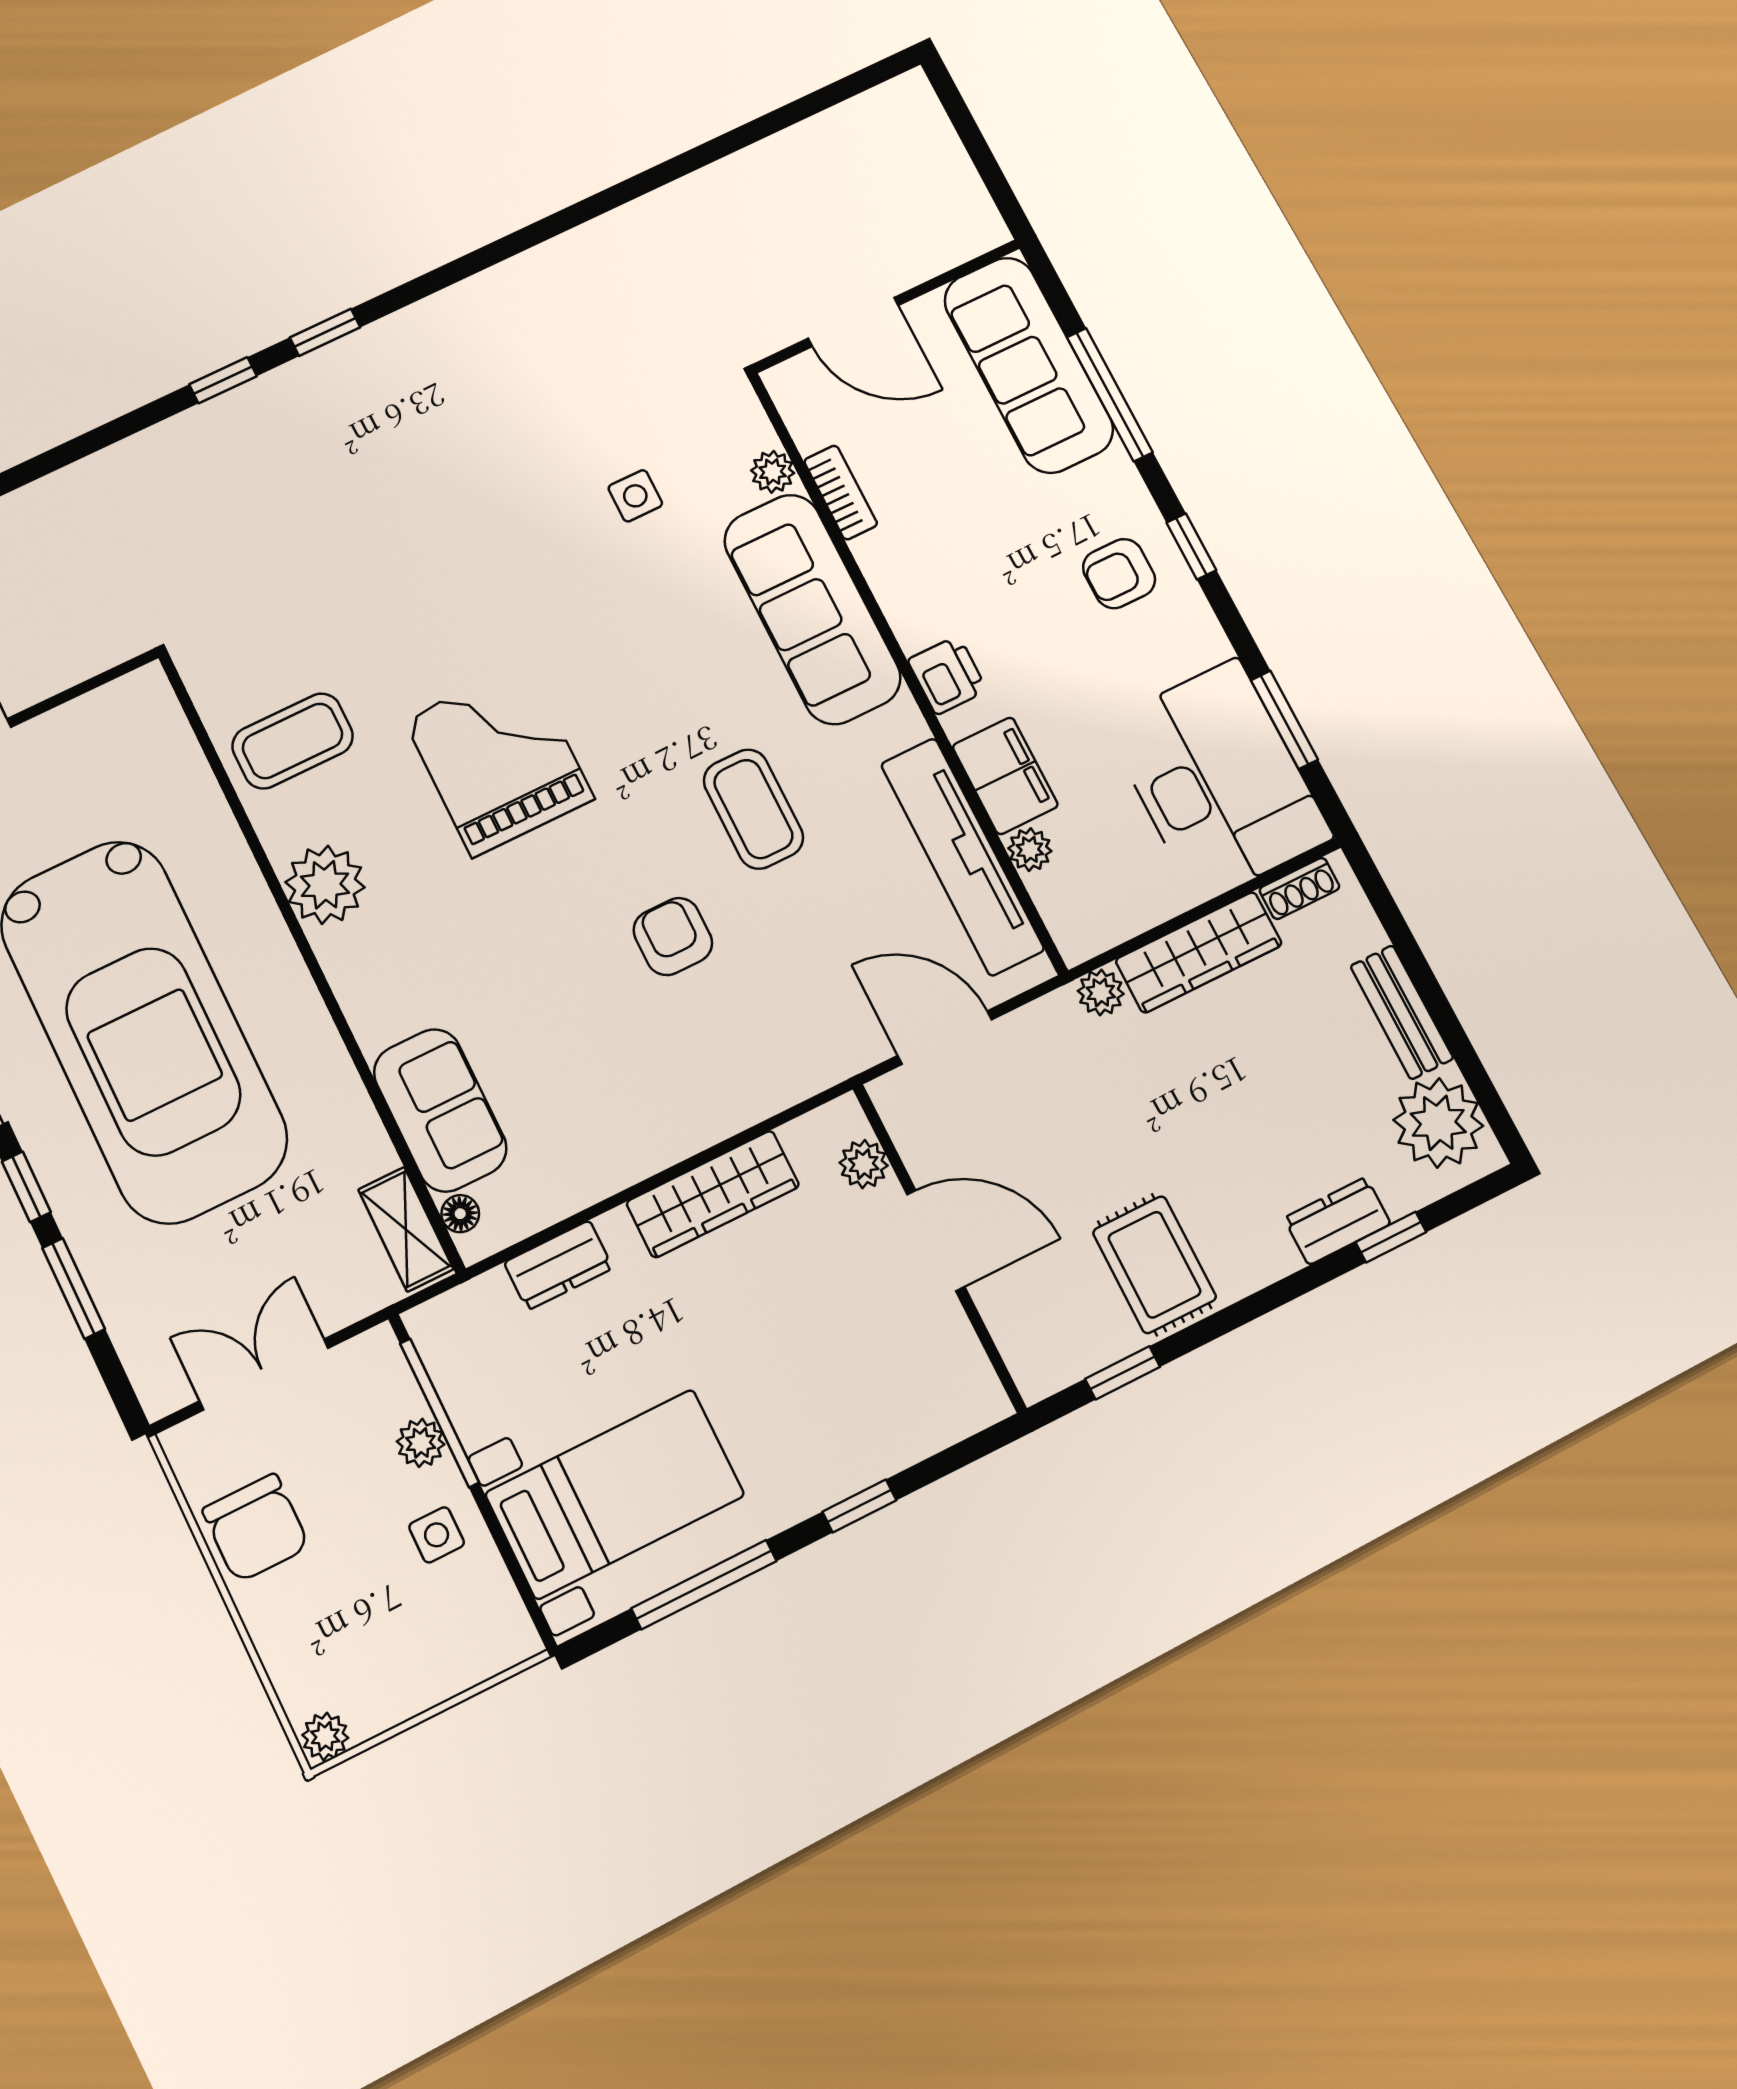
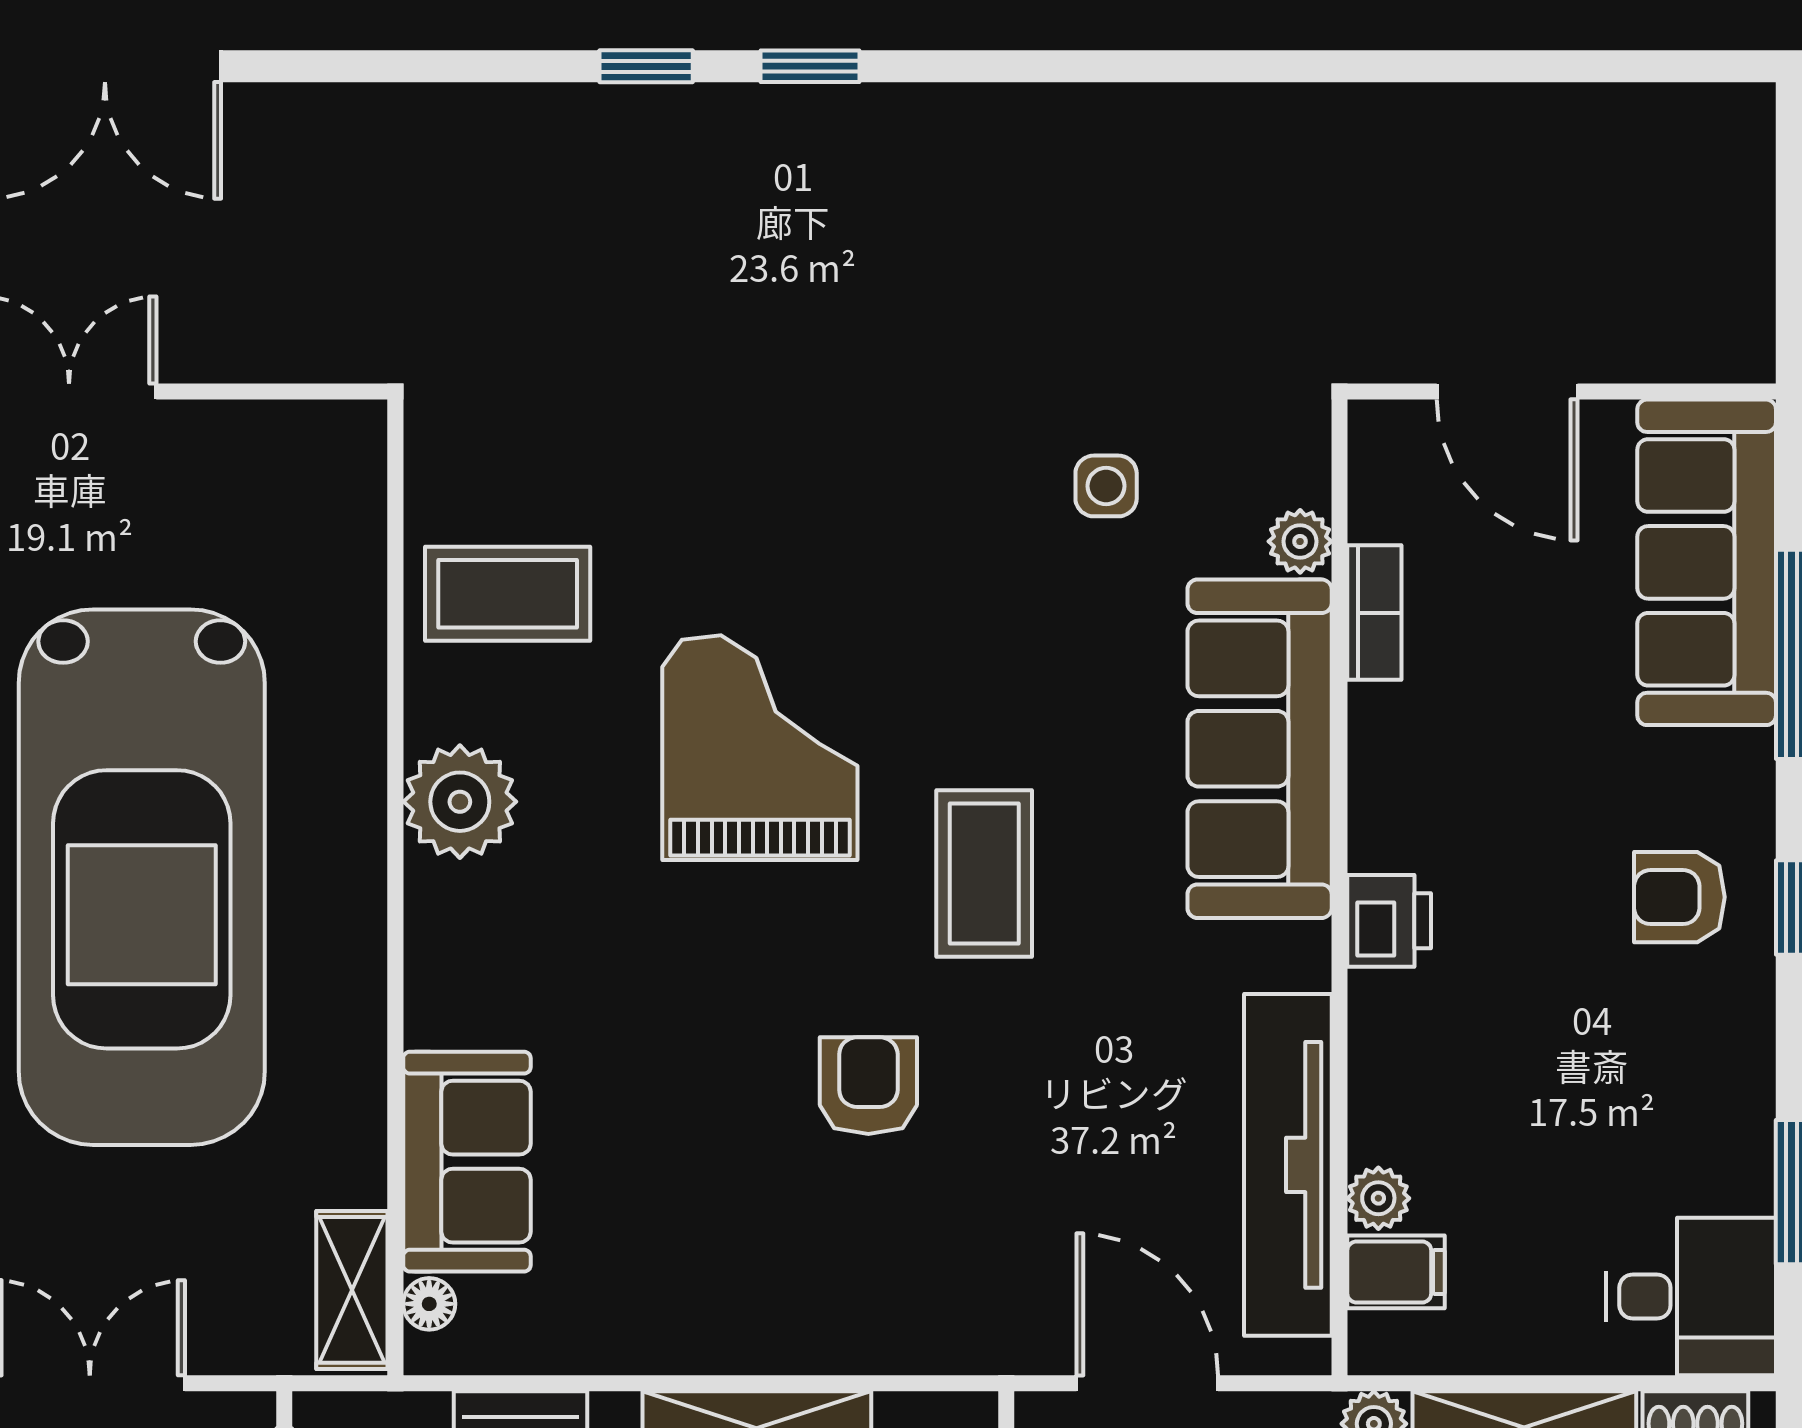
filing cabinet: (1005, 776) -> (1396, 1272), moved, width x0.50
desk: (1218, 780) -> (1691, 1296), width x0.53, depth x0.77
coffee table: (753, 809) -> (984, 873), moved

